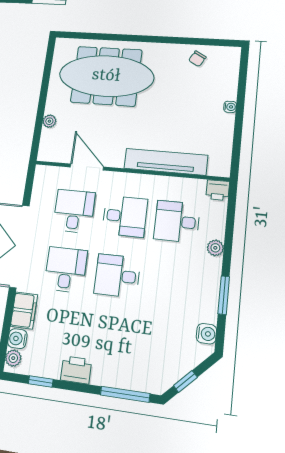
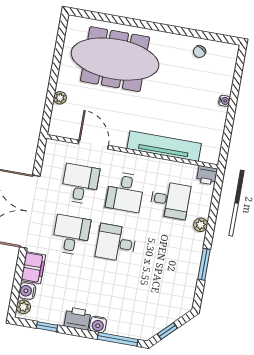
desk: (125, 216) -> (125, 192), turned 90
desk: (177, 222) -> (170, 200), turned 180
water cooler: (206, 334) -> (98, 324), moved, turned 90

